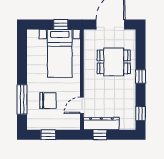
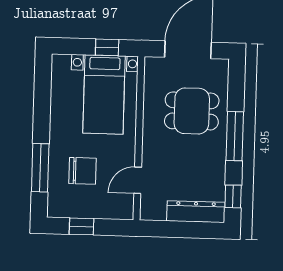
window: (141, 77) -> (235, 136), width x2.17
dresser: (101, 124) -> (196, 212), moved
window: (100, 135) -> (166, 229), removed

